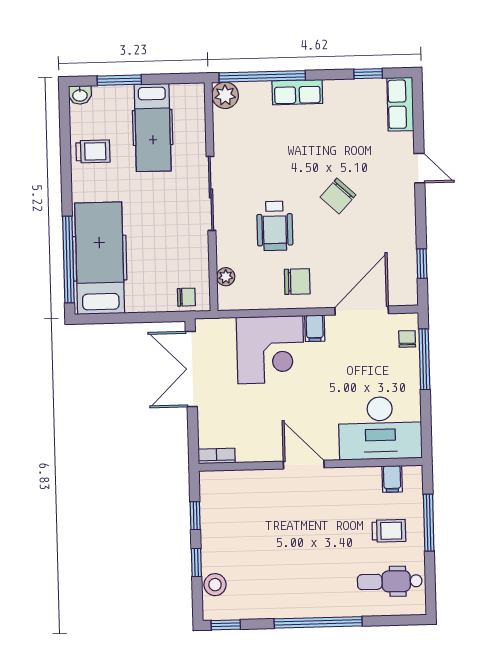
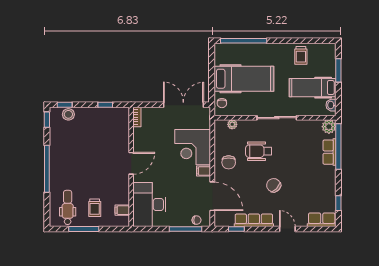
row of seats: (297, 92) -> (330, 152), moved
washbasin: (80, 95) -> (331, 105), moved
door: (419, 168) -> (287, 229), swing flipped
row of seats: (404, 231) -> (254, 220), added
hospital bed: (100, 258) -> (244, 79), moved
window: (429, 523) -> (84, 229), moved
window: (196, 562) -> (65, 105), moved

